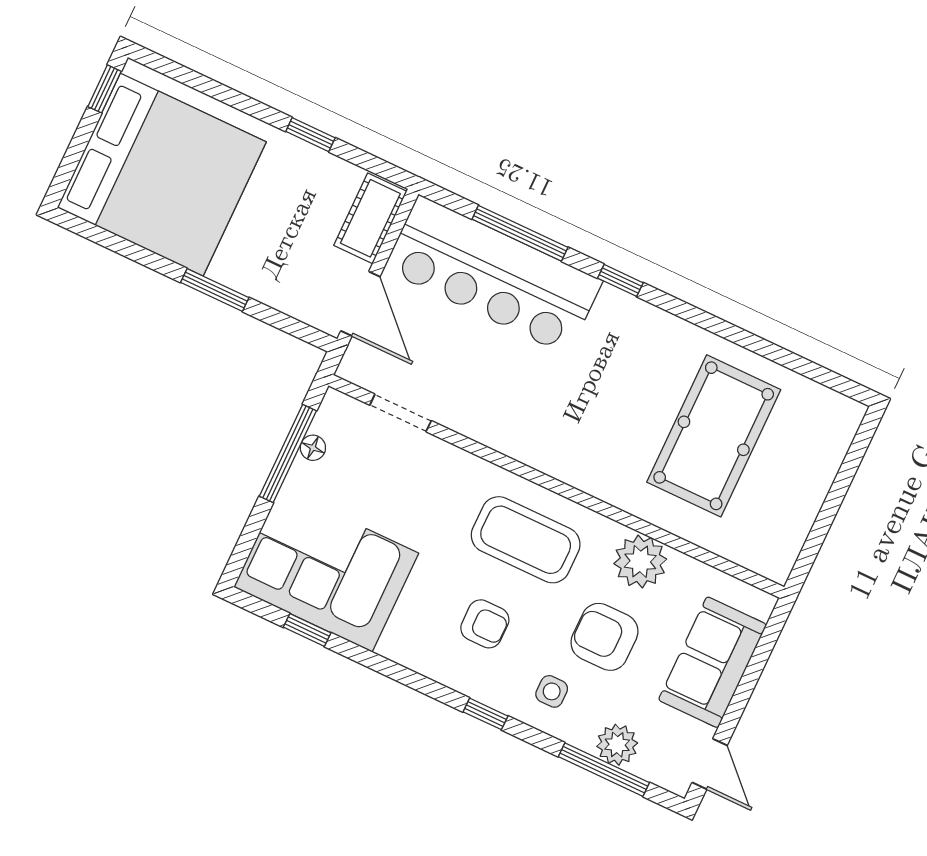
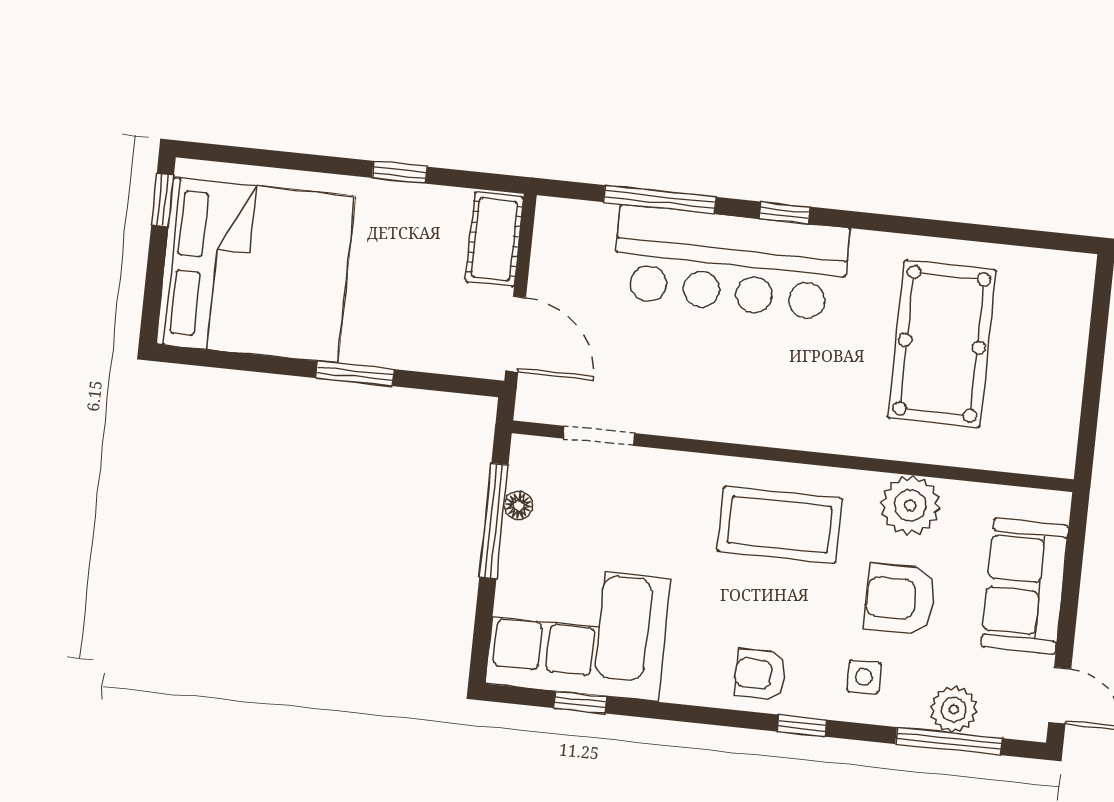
bar counter: (493, 275) -> (731, 263), moved
armchair: (485, 624) -> (760, 674), moved, turned 180

